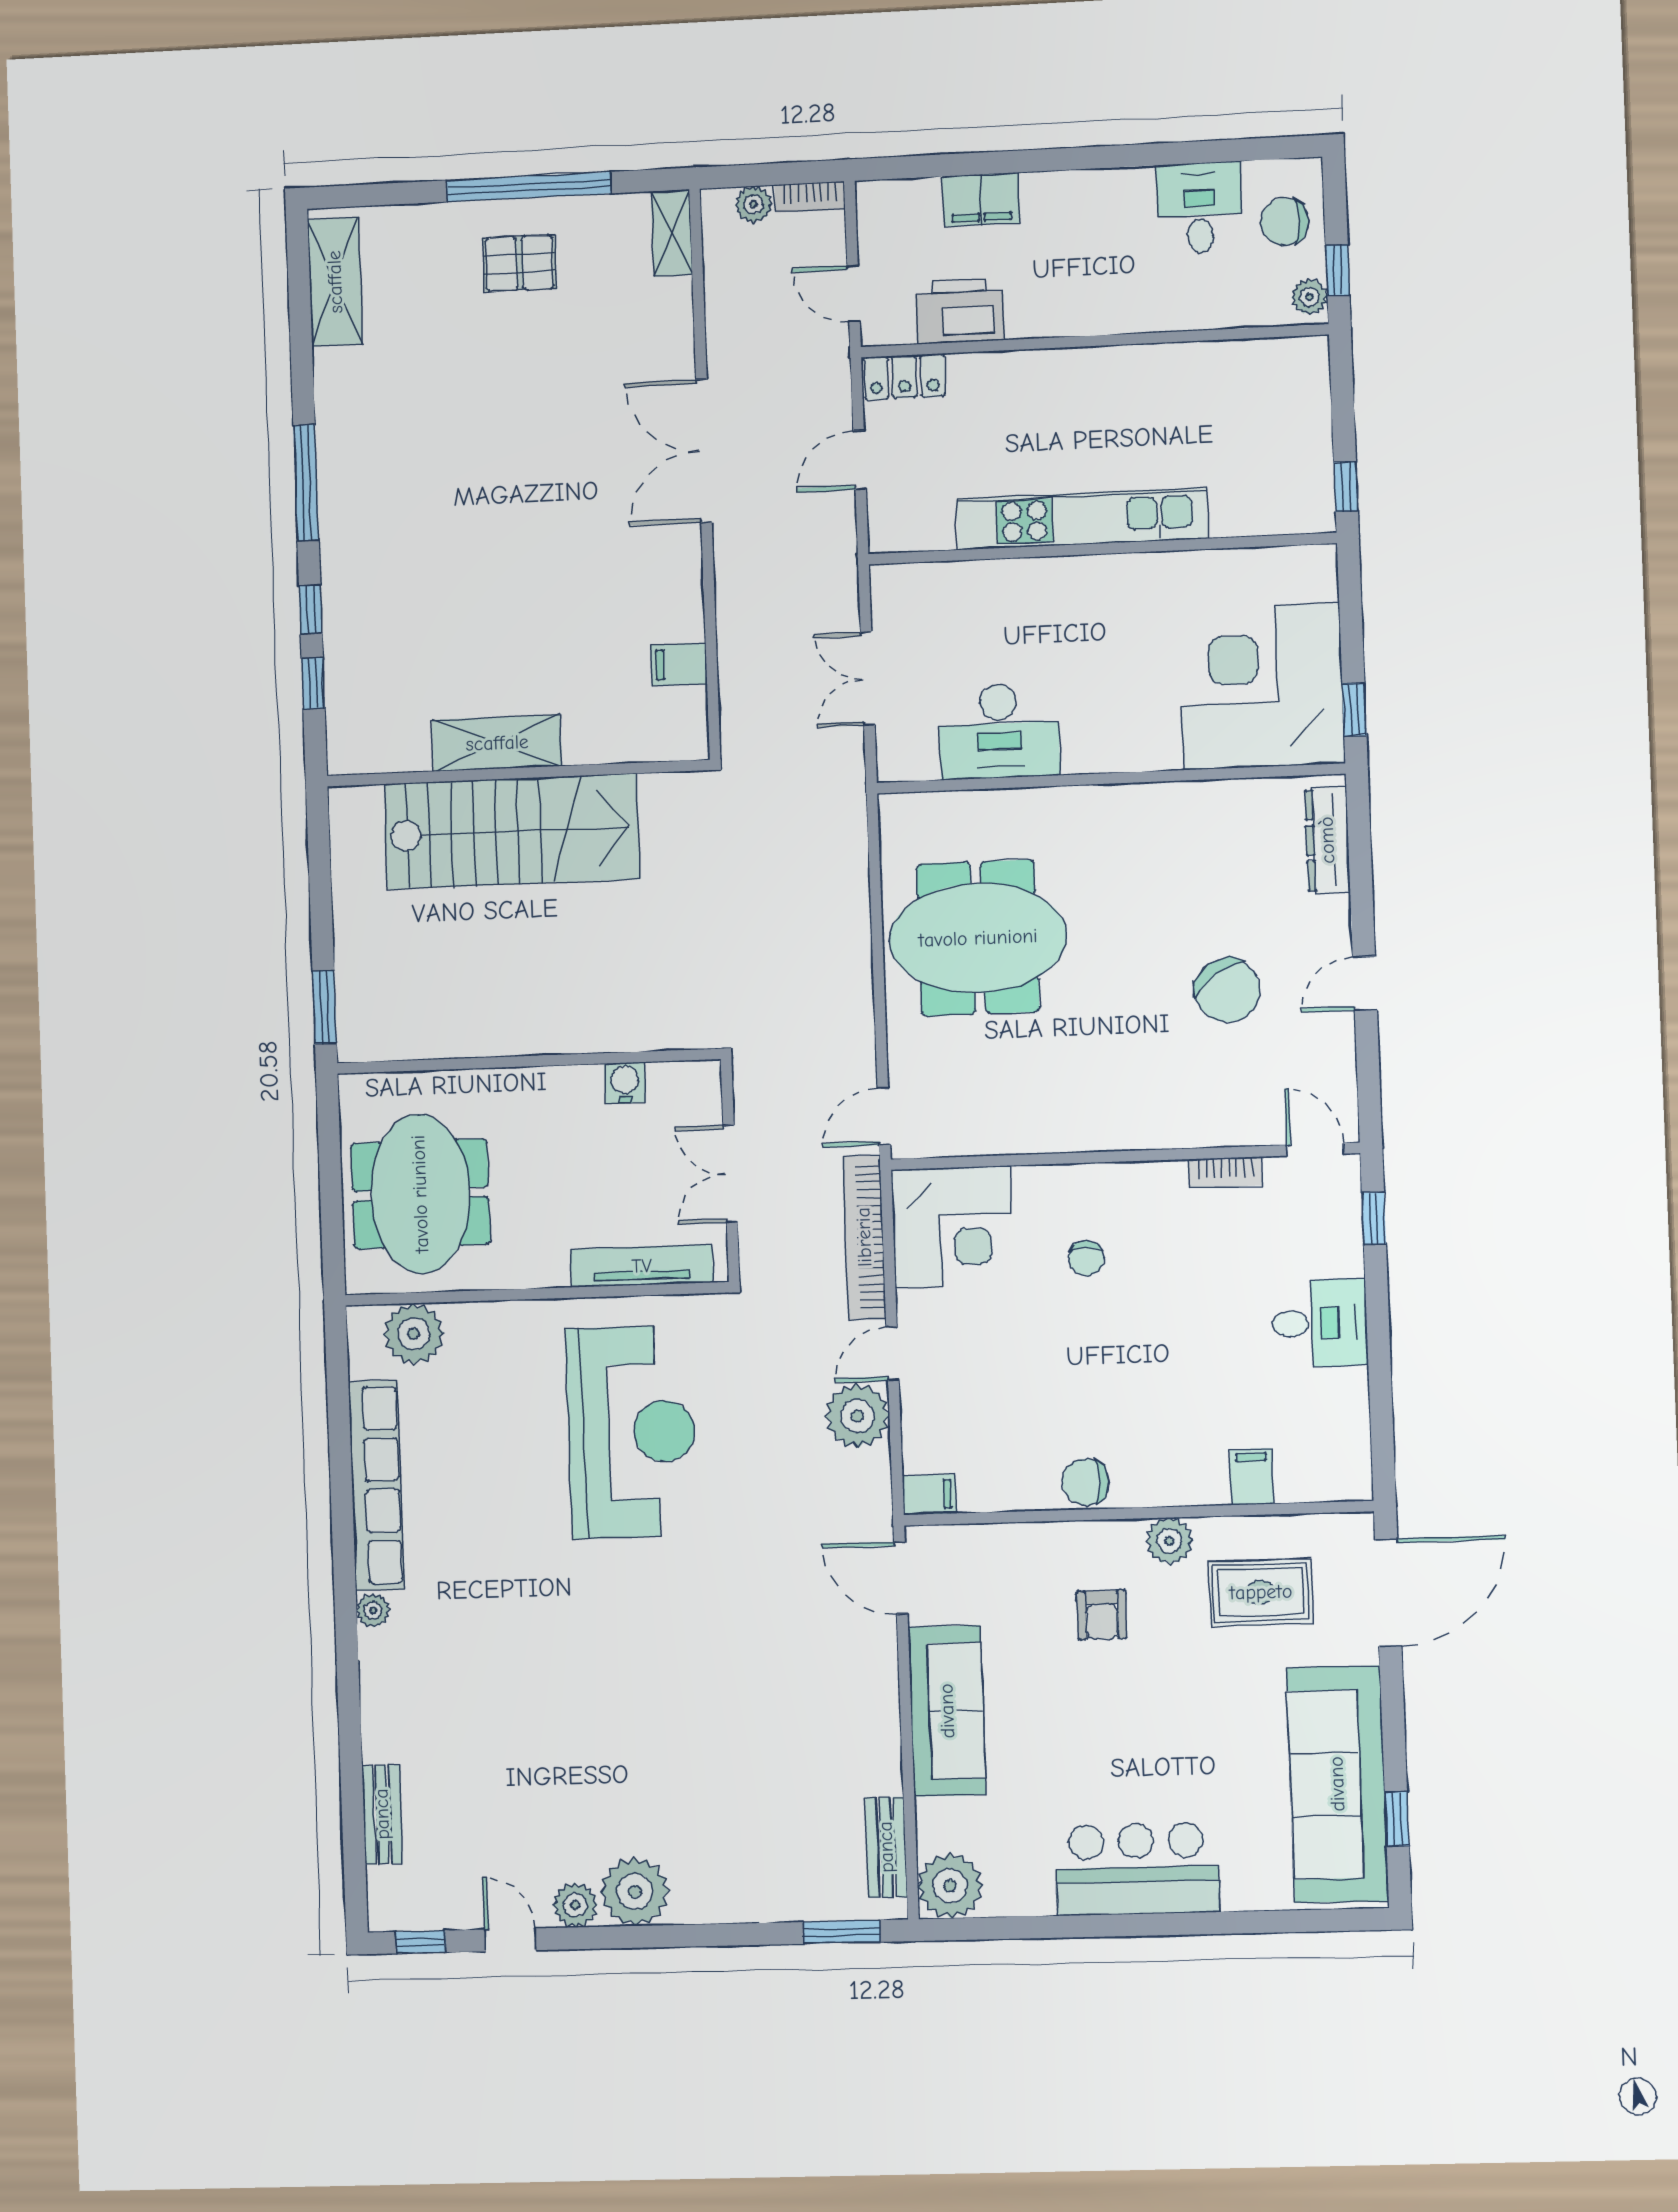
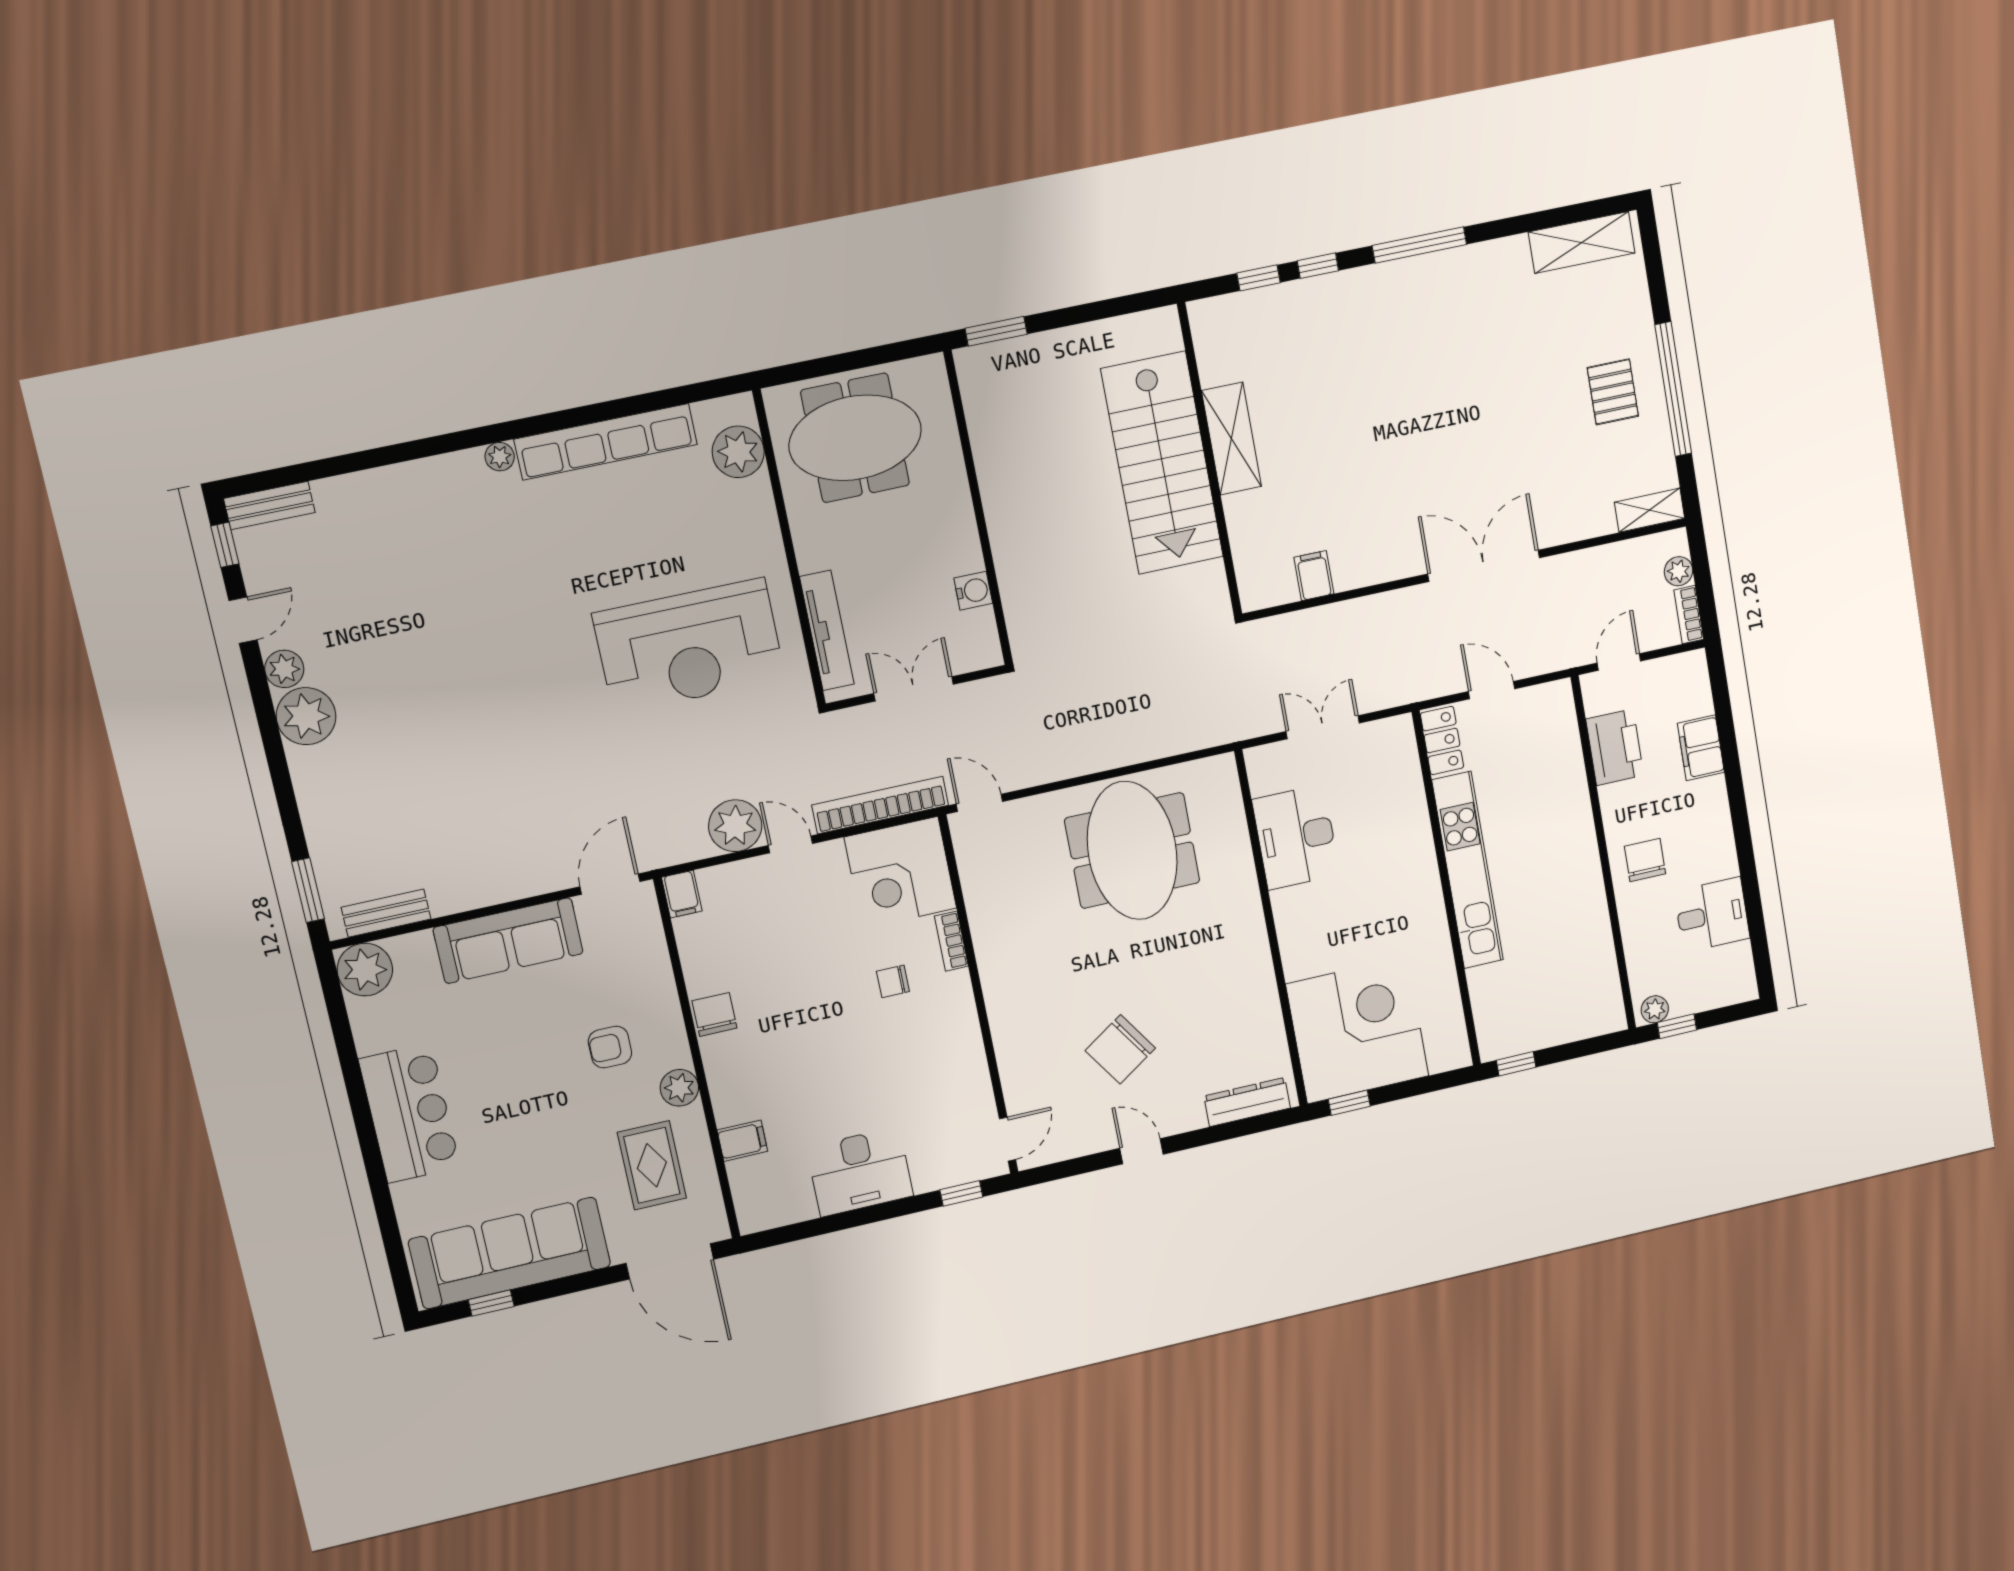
chair: (1284, 222) -> (1645, 860), moved
locker: (904, 377) -> (1442, 741), moved, turned 180
bookcase: (1225, 1172) -> (951, 941), moved
desk: (1320, 1323) -> (860, 1172), width x1.37
bench: (382, 1814) -> (269, 506), moved

